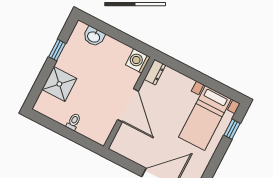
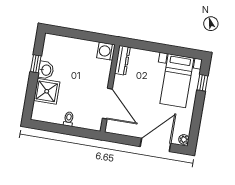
washbasin: (94, 37) -> (46, 70), moved, turned -90
dresser: (155, 72) -> (122, 60), width x1.44
door: (128, 105) -> (107, 104), moved

